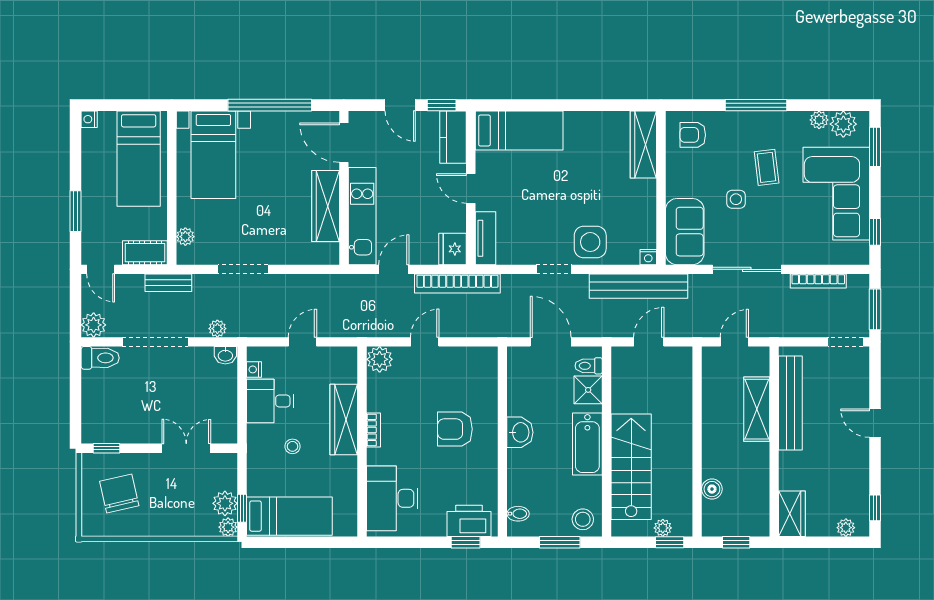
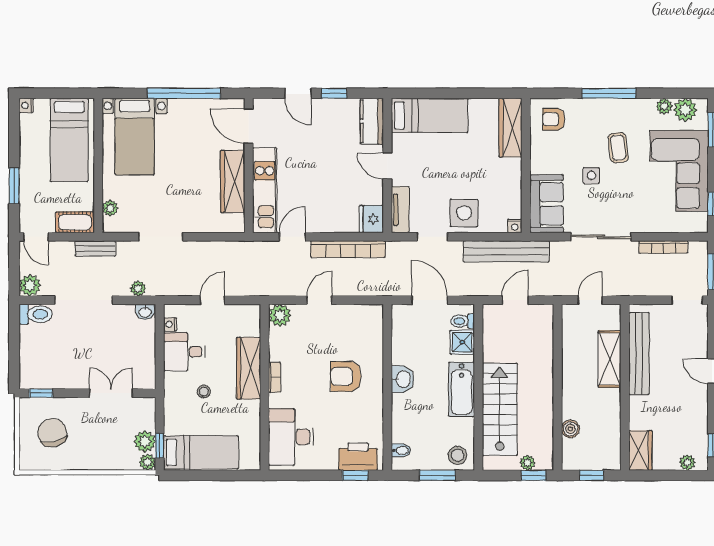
bed: (519, 130) -> (430, 115), moved
kitchen counter: (453, 137) -> (372, 121), moved
wall: (471, 188) -> (387, 165), moved
door: (471, 189) -> (387, 166), moved
tv unit: (485, 238) -> (400, 210), moved
fridge: (453, 249) -> (371, 219), moved

